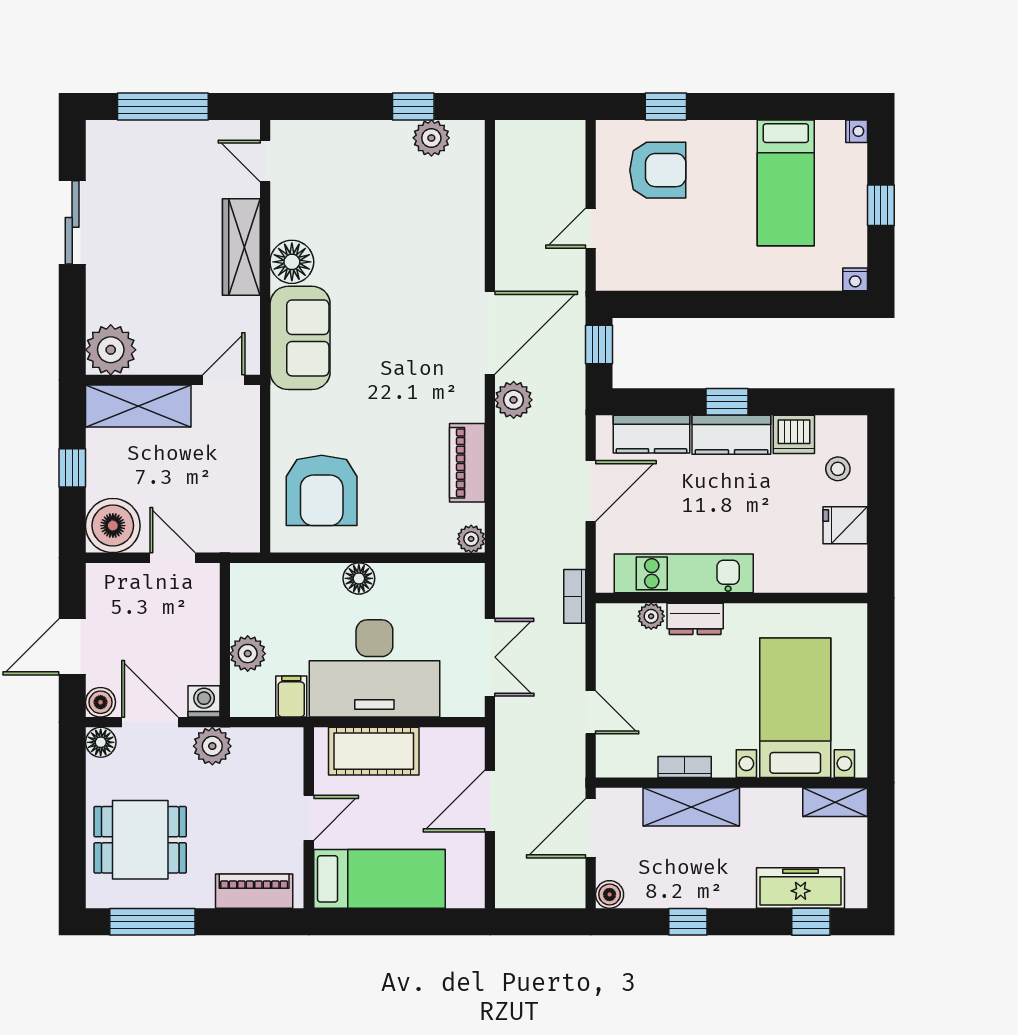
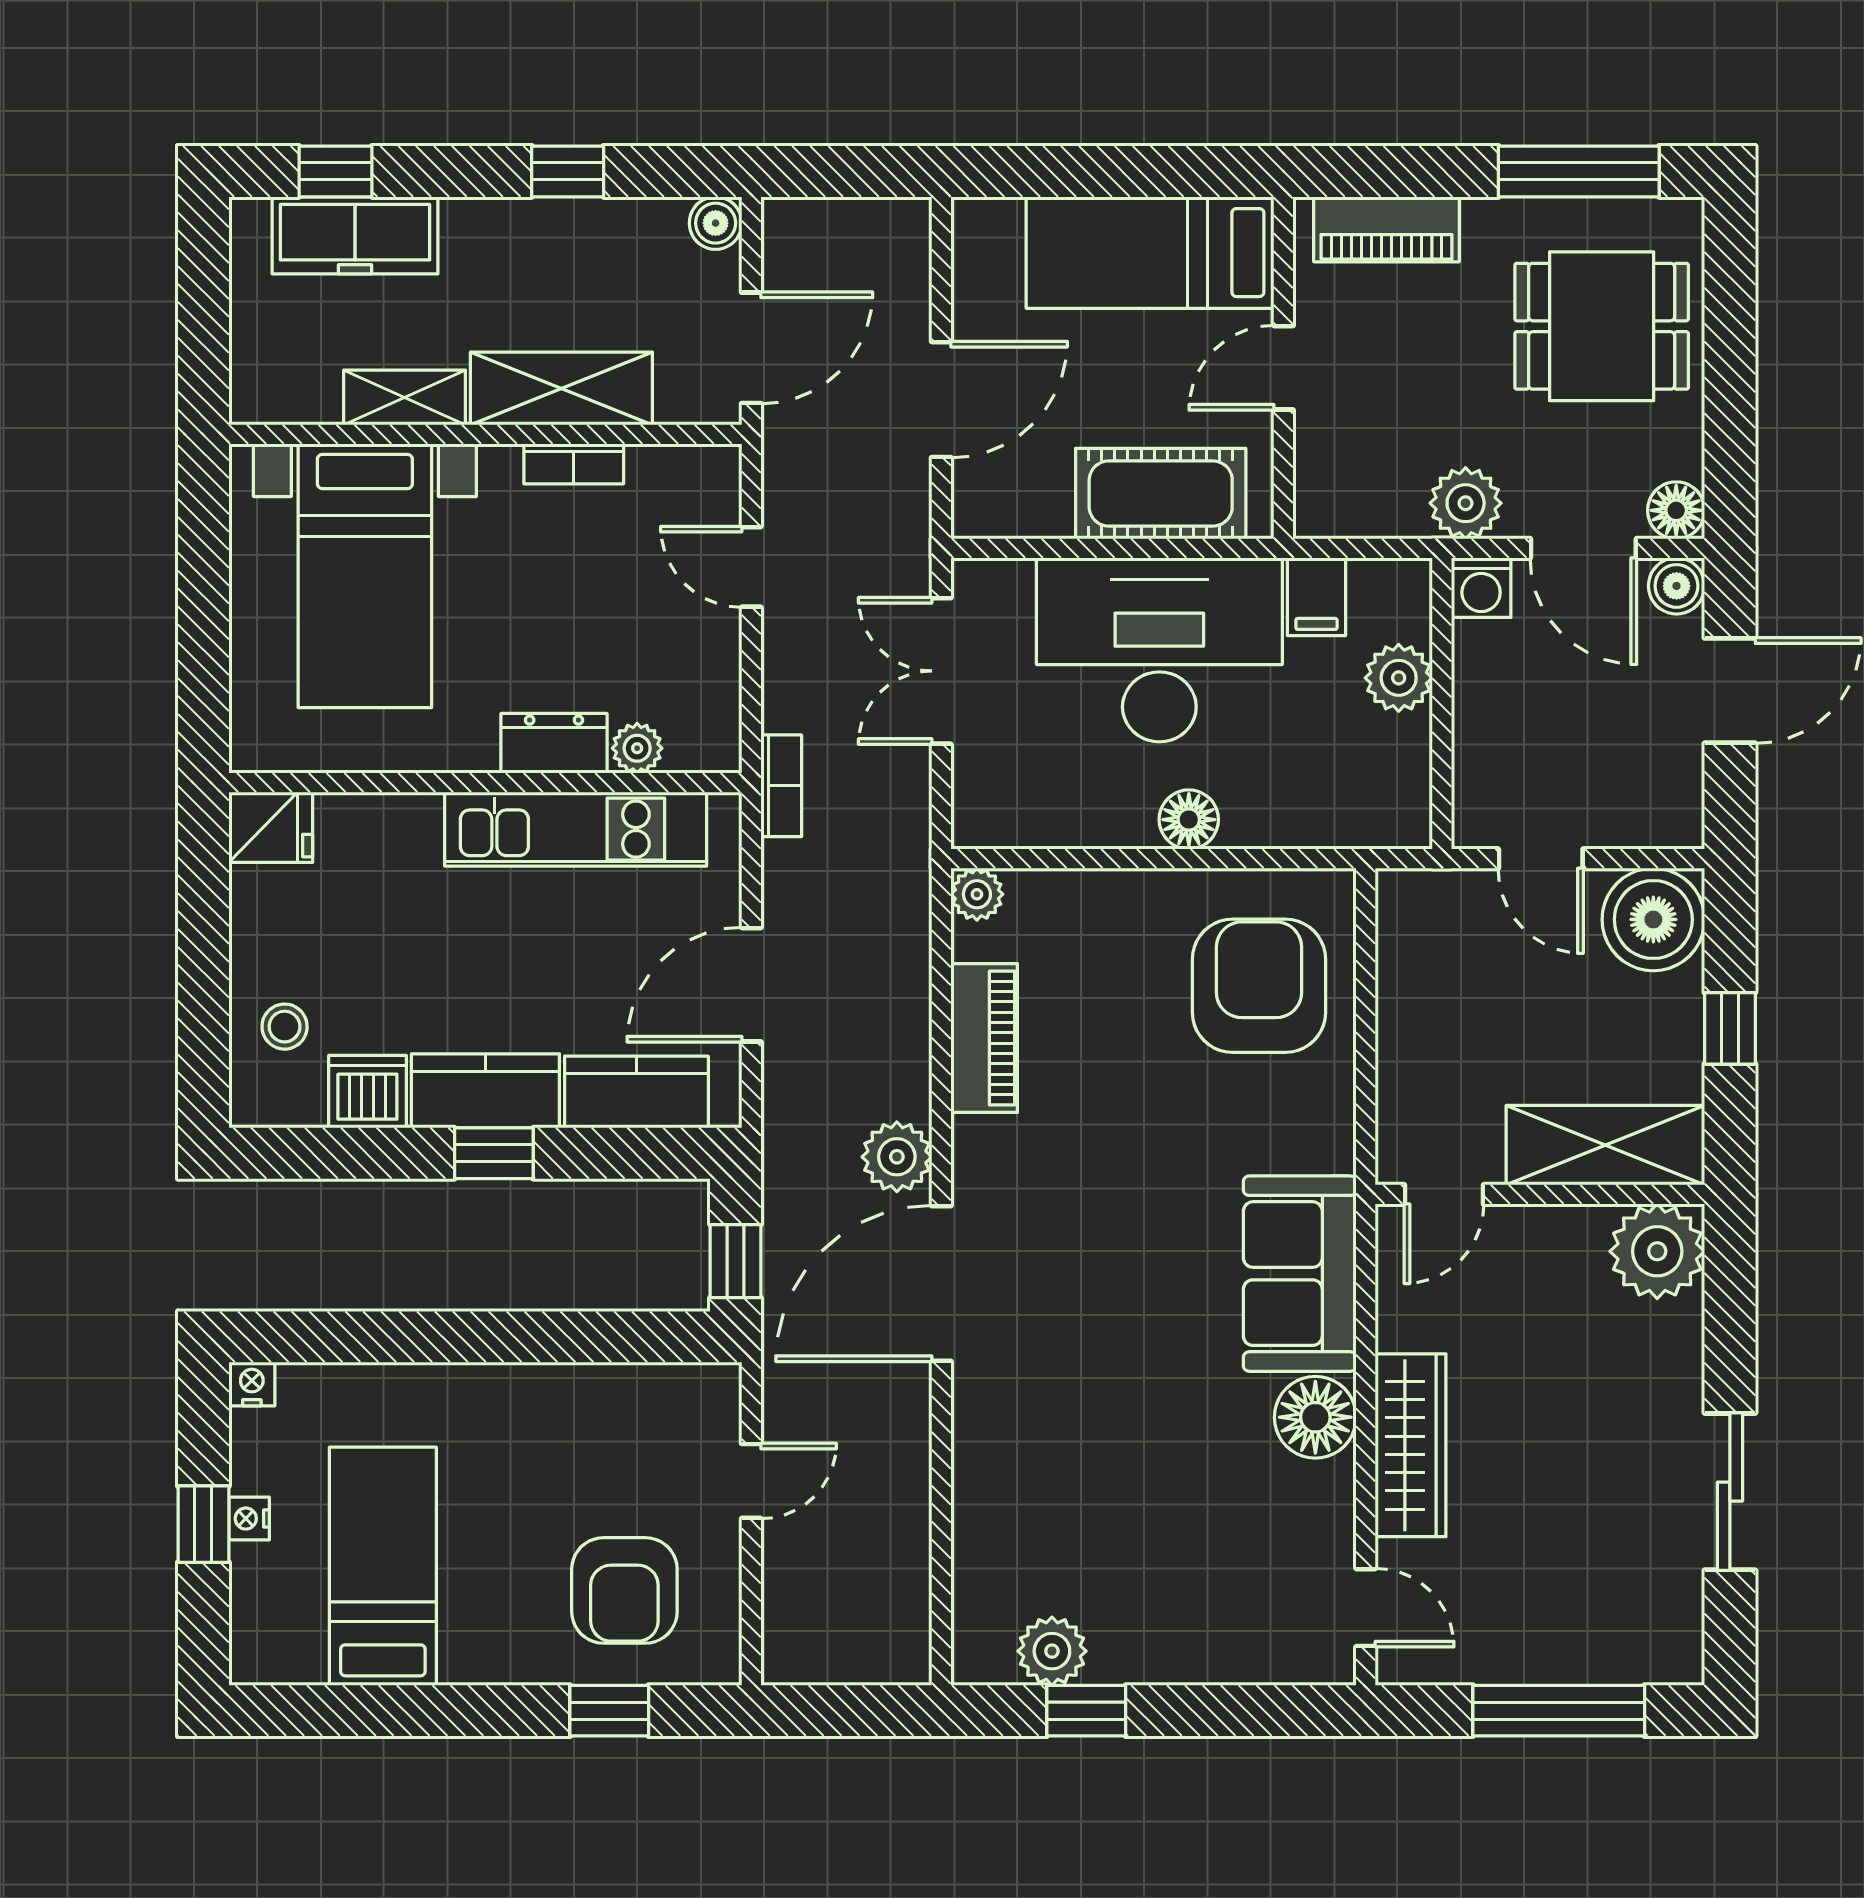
nightstand: (857, 131) -> (249, 1519), moved
armchair: (658, 170) -> (624, 1590), turned -90
fridge: (845, 525) -> (271, 827), moved
shelving: (835, 802) -> (405, 397), moved

